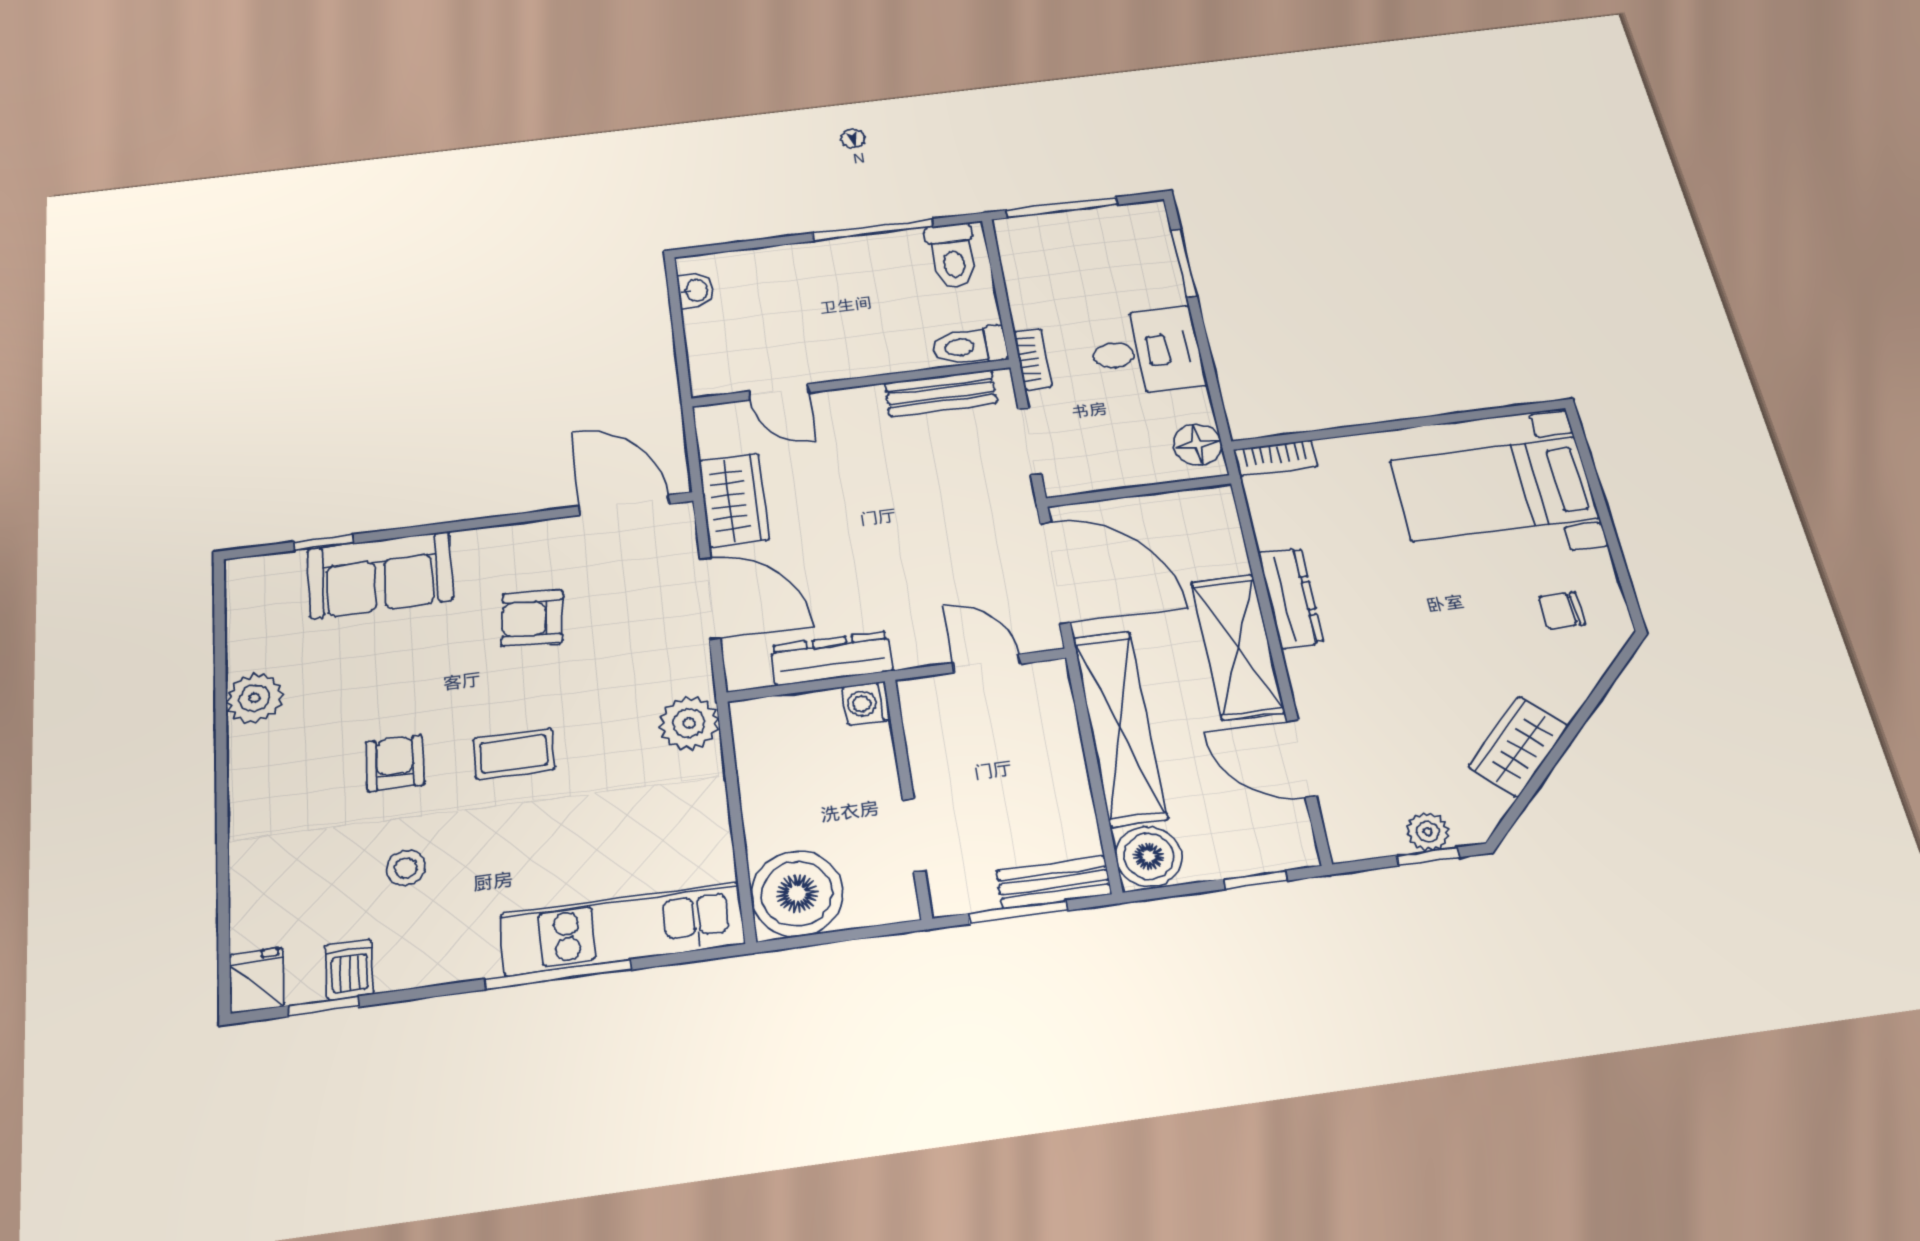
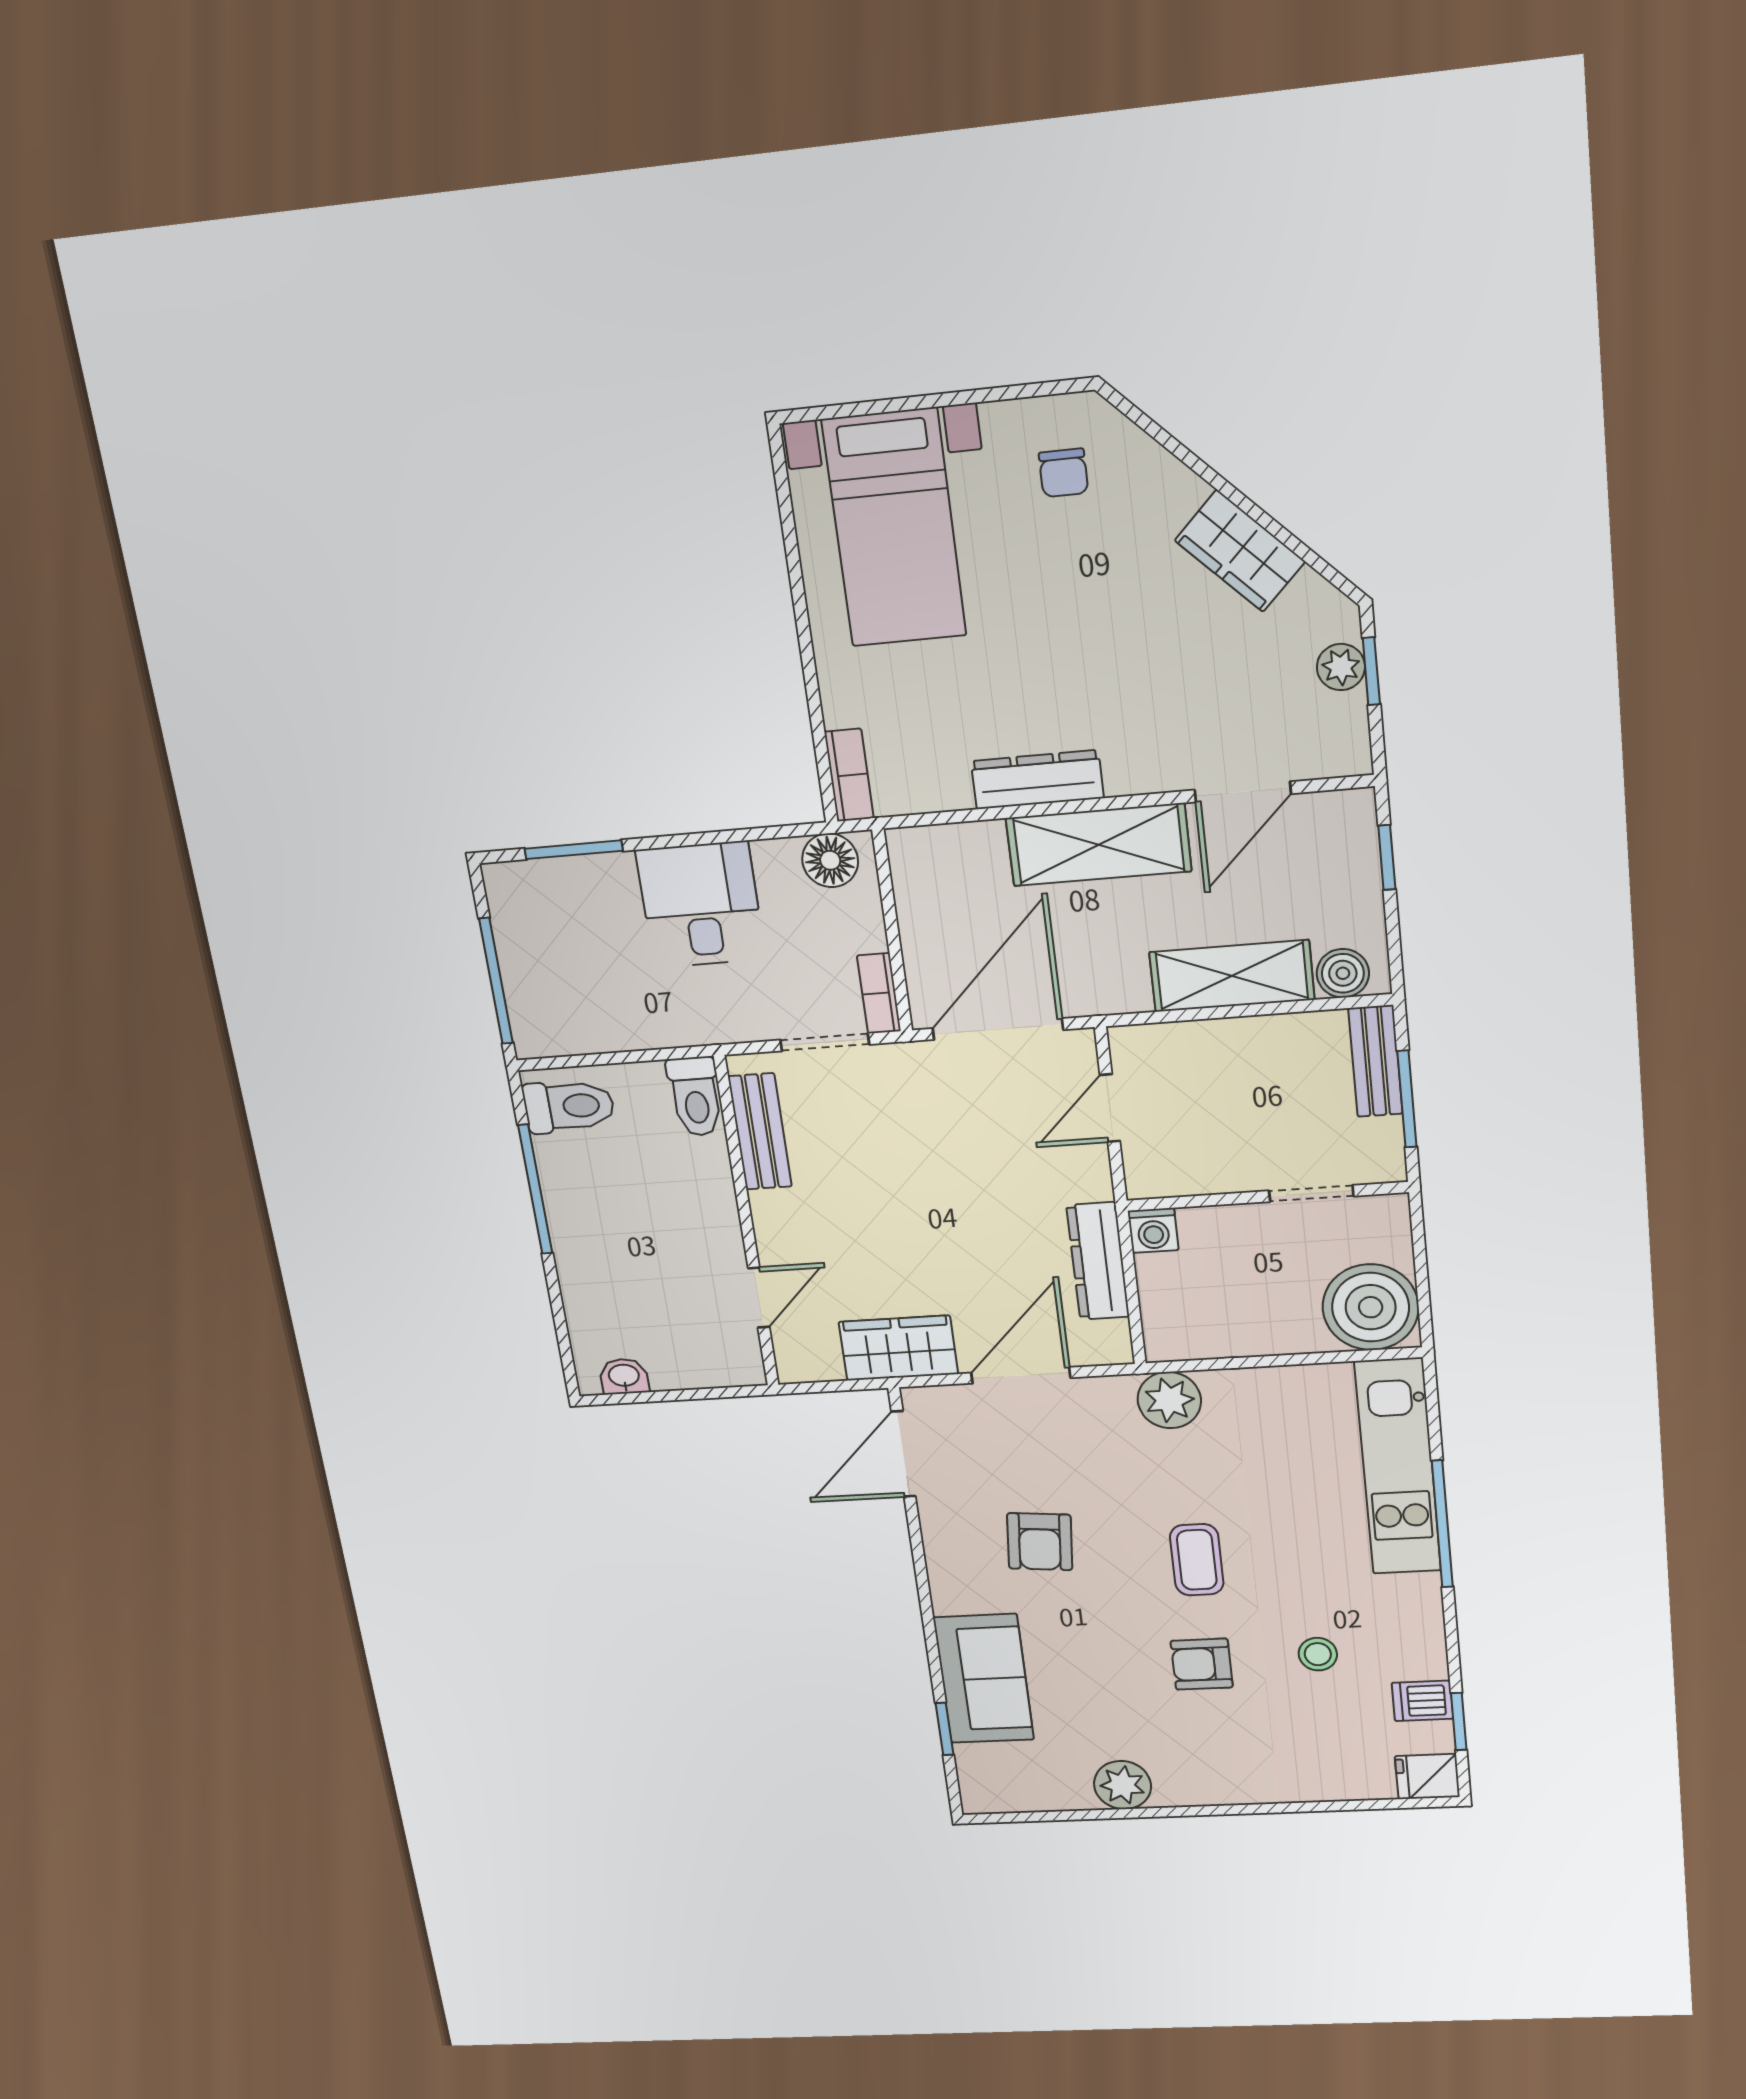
bookcase: (1033, 359) -> (879, 993), moved, turned -90
shelving: (1120, 727) -> (1232, 976), width x0.68
boiler: (1149, 856) -> (1343, 973), width x0.73, depth x0.73

